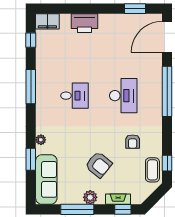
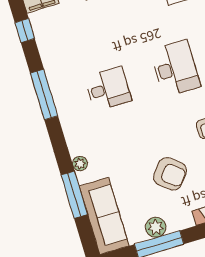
window: (31, 159) -> (74, 195), width x1.44
plant: (90, 197) -> (156, 227), moved

